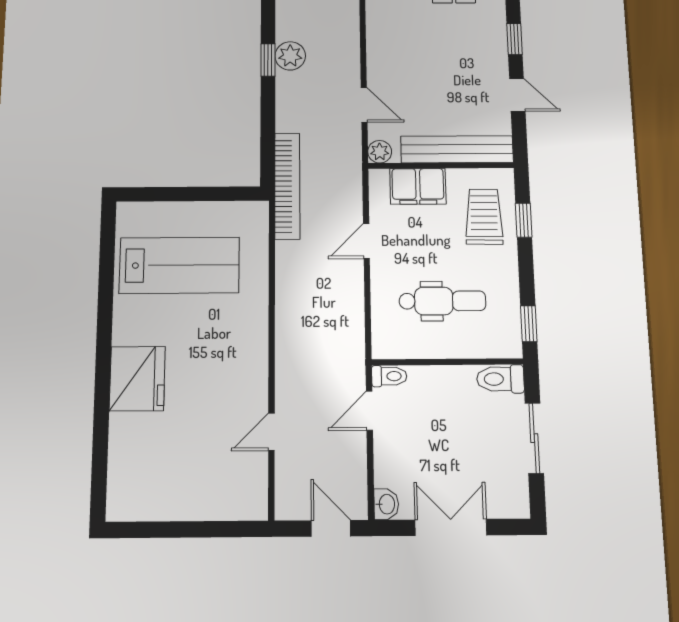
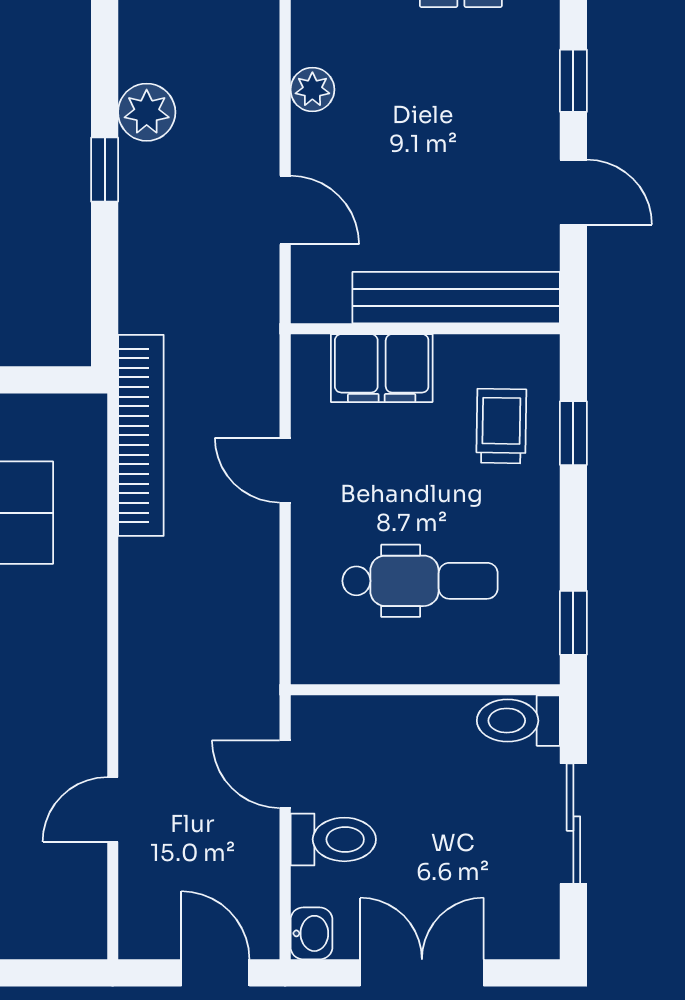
window: (268, 60) -> (105, 170), moved
plant: (380, 152) -> (312, 90), moved
bookcase: (287, 186) -> (141, 435), moved
trolley: (484, 217) -> (501, 426), width x0.73, depth x0.72
door: (366, 241) -> (285, 470), hinge flipped
toilet: (389, 376) -> (333, 839), moved, width x1.37, depth x1.39
door: (369, 411) -> (285, 774), hinge flipped

